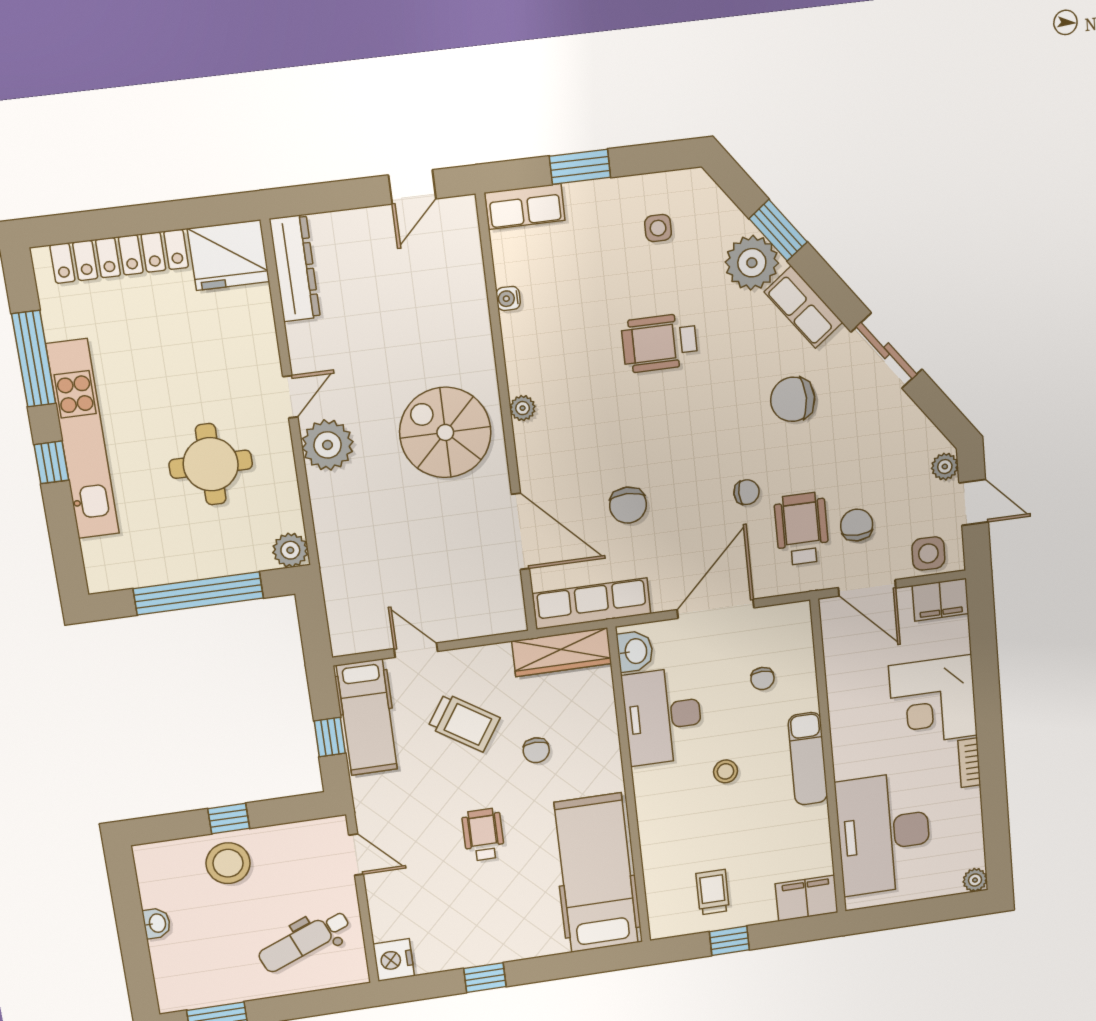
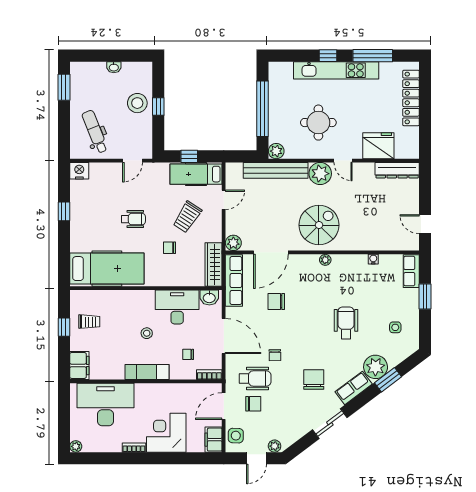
fridge: (229, 255) -> (378, 146), moved, turned 90
bench: (334, 546) -> (276, 170), added
plant: (509, 616) -> (233, 243), added
bookcase: (802, 628) -> (209, 375), added

